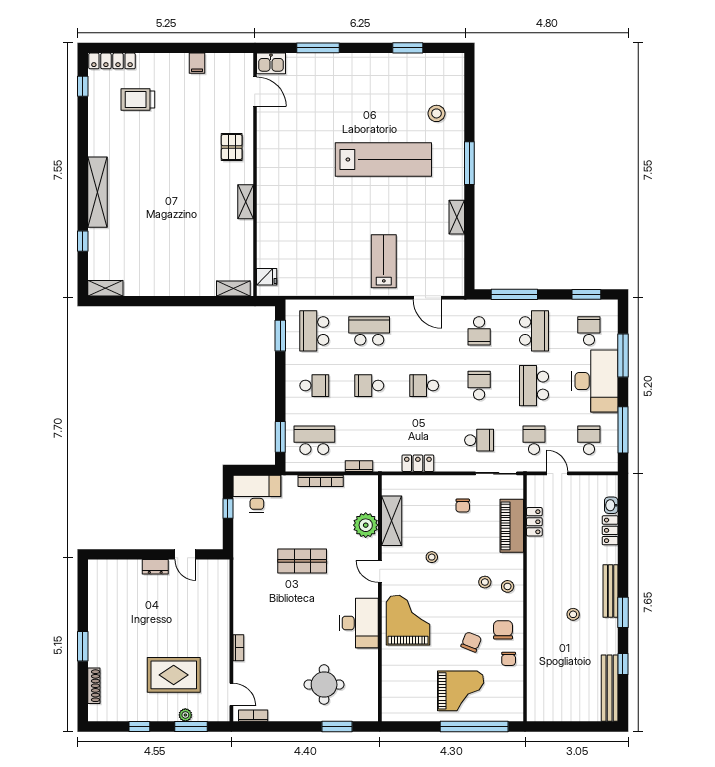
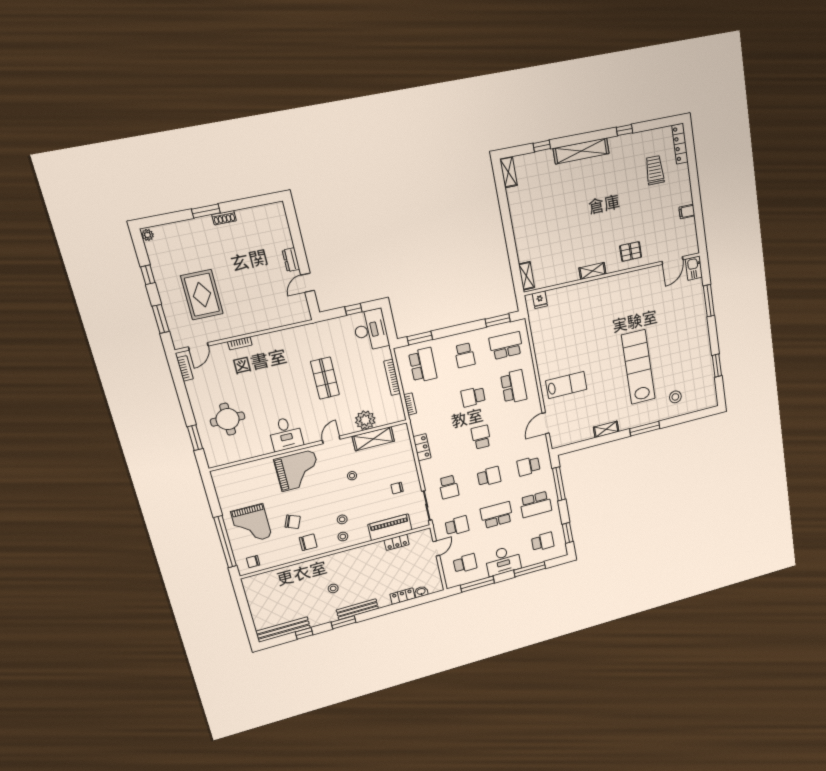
window: (83, 86) -> (624, 130), moved
lab bench: (383, 159) -> (638, 367), turned 180
desk: (595, 381) -> (503, 561), width x0.73, depth x0.77
school desk: (369, 386) -> (473, 397), turned -90
desk: (359, 623) -> (286, 434), width x0.73
chair: (509, 659) -> (253, 562), moved
shoe rack: (94, 686) -> (224, 218), moved, width x0.70
plant: (185, 715) -> (147, 235), moved

